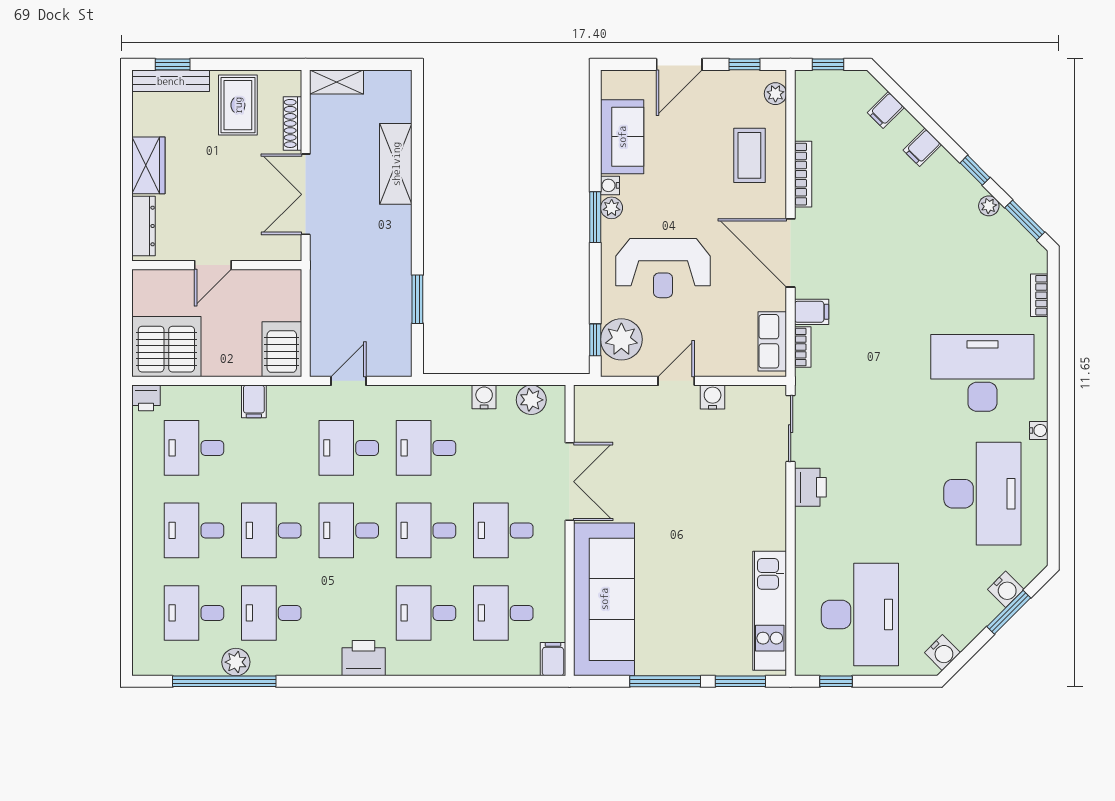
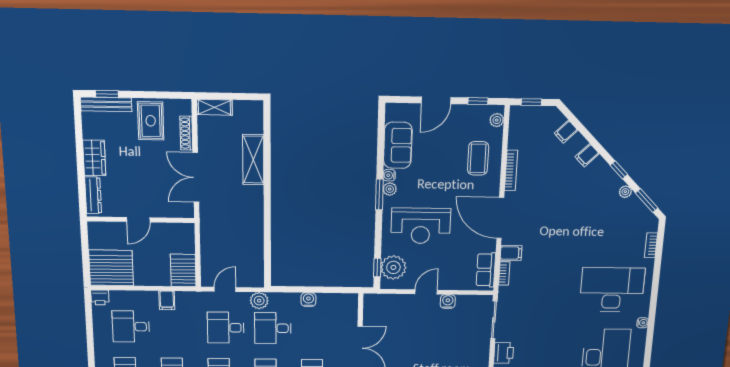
window: (417, 299) -> (267, 242), removed
plant: (531, 400) -> (259, 301), moved

